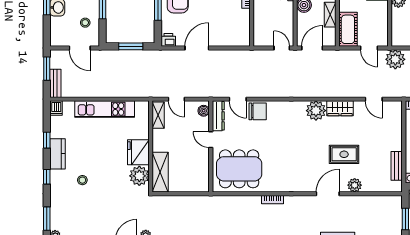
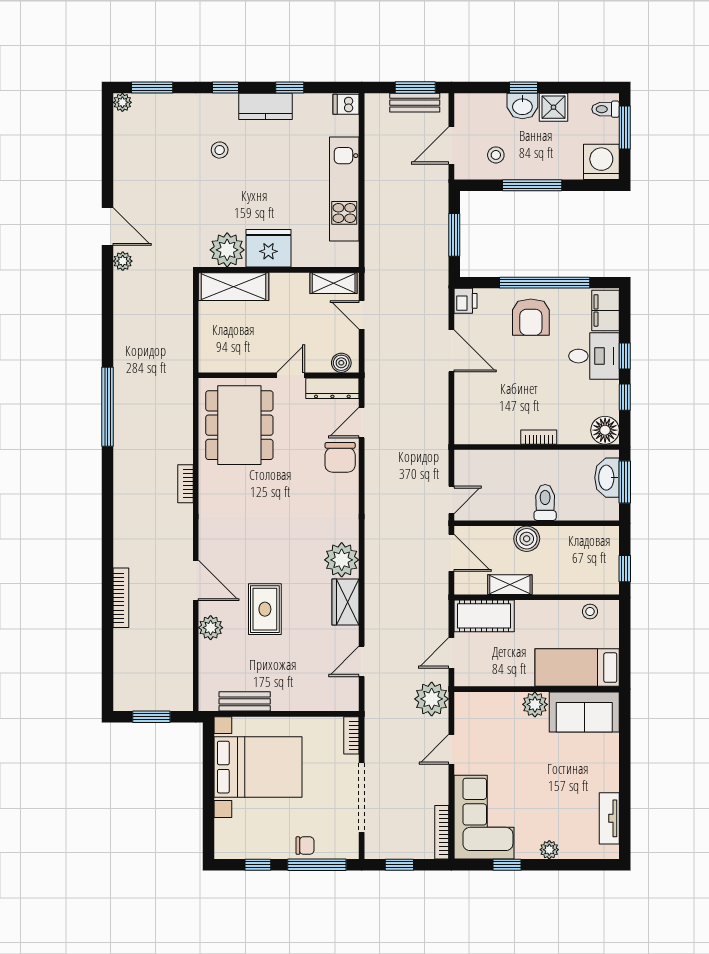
bench: (55, 83) -> (415, 103), moved
door: (176, 99) -> (362, 315), hinge flipped

